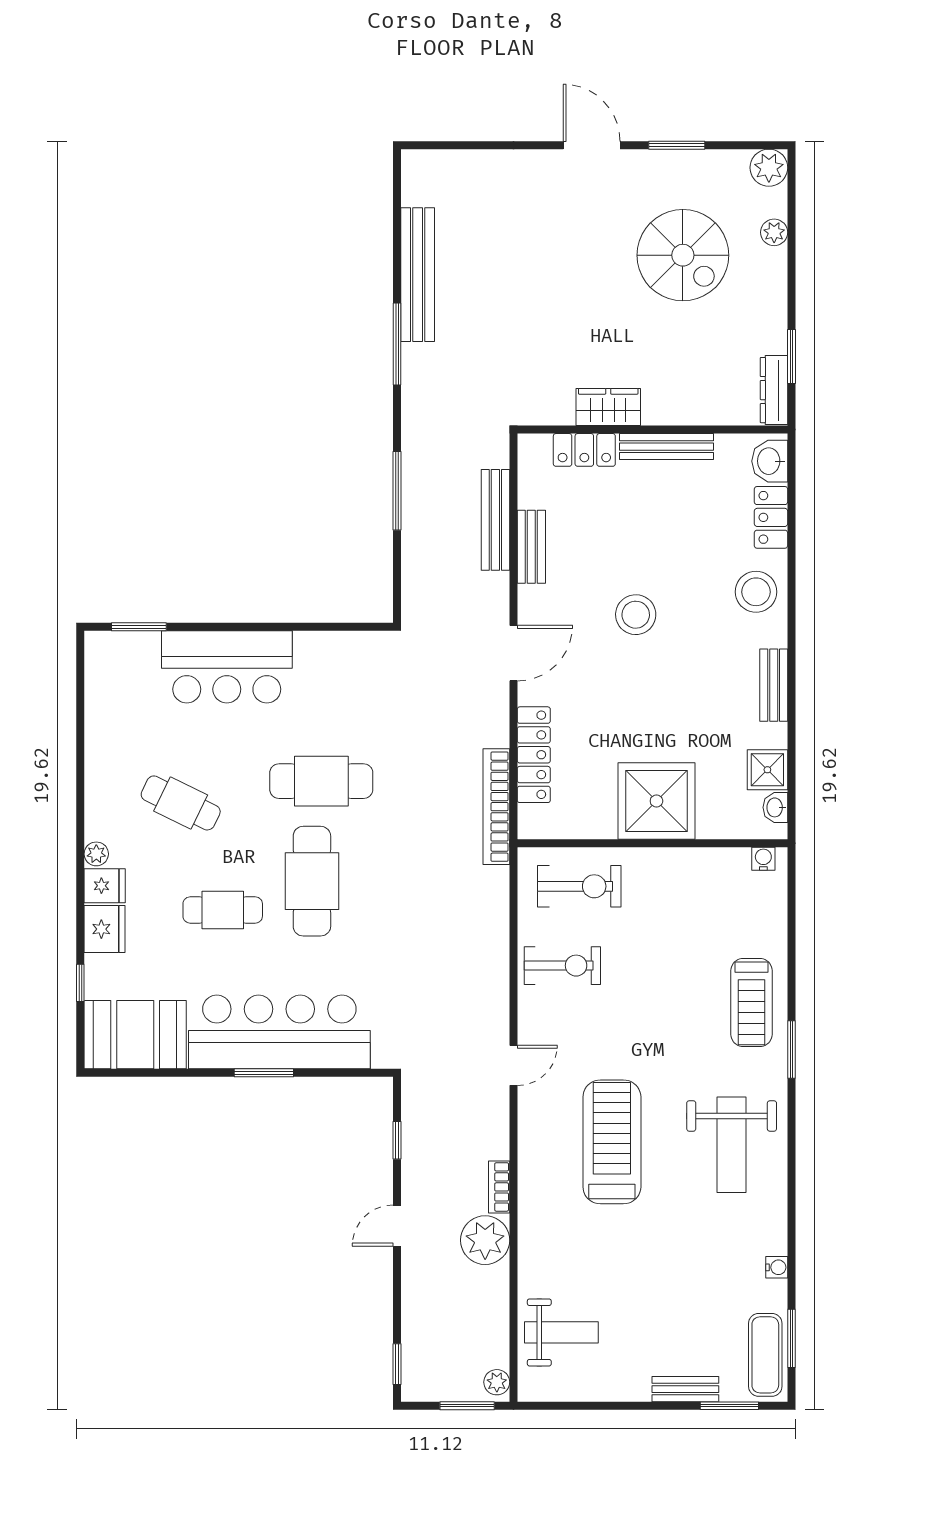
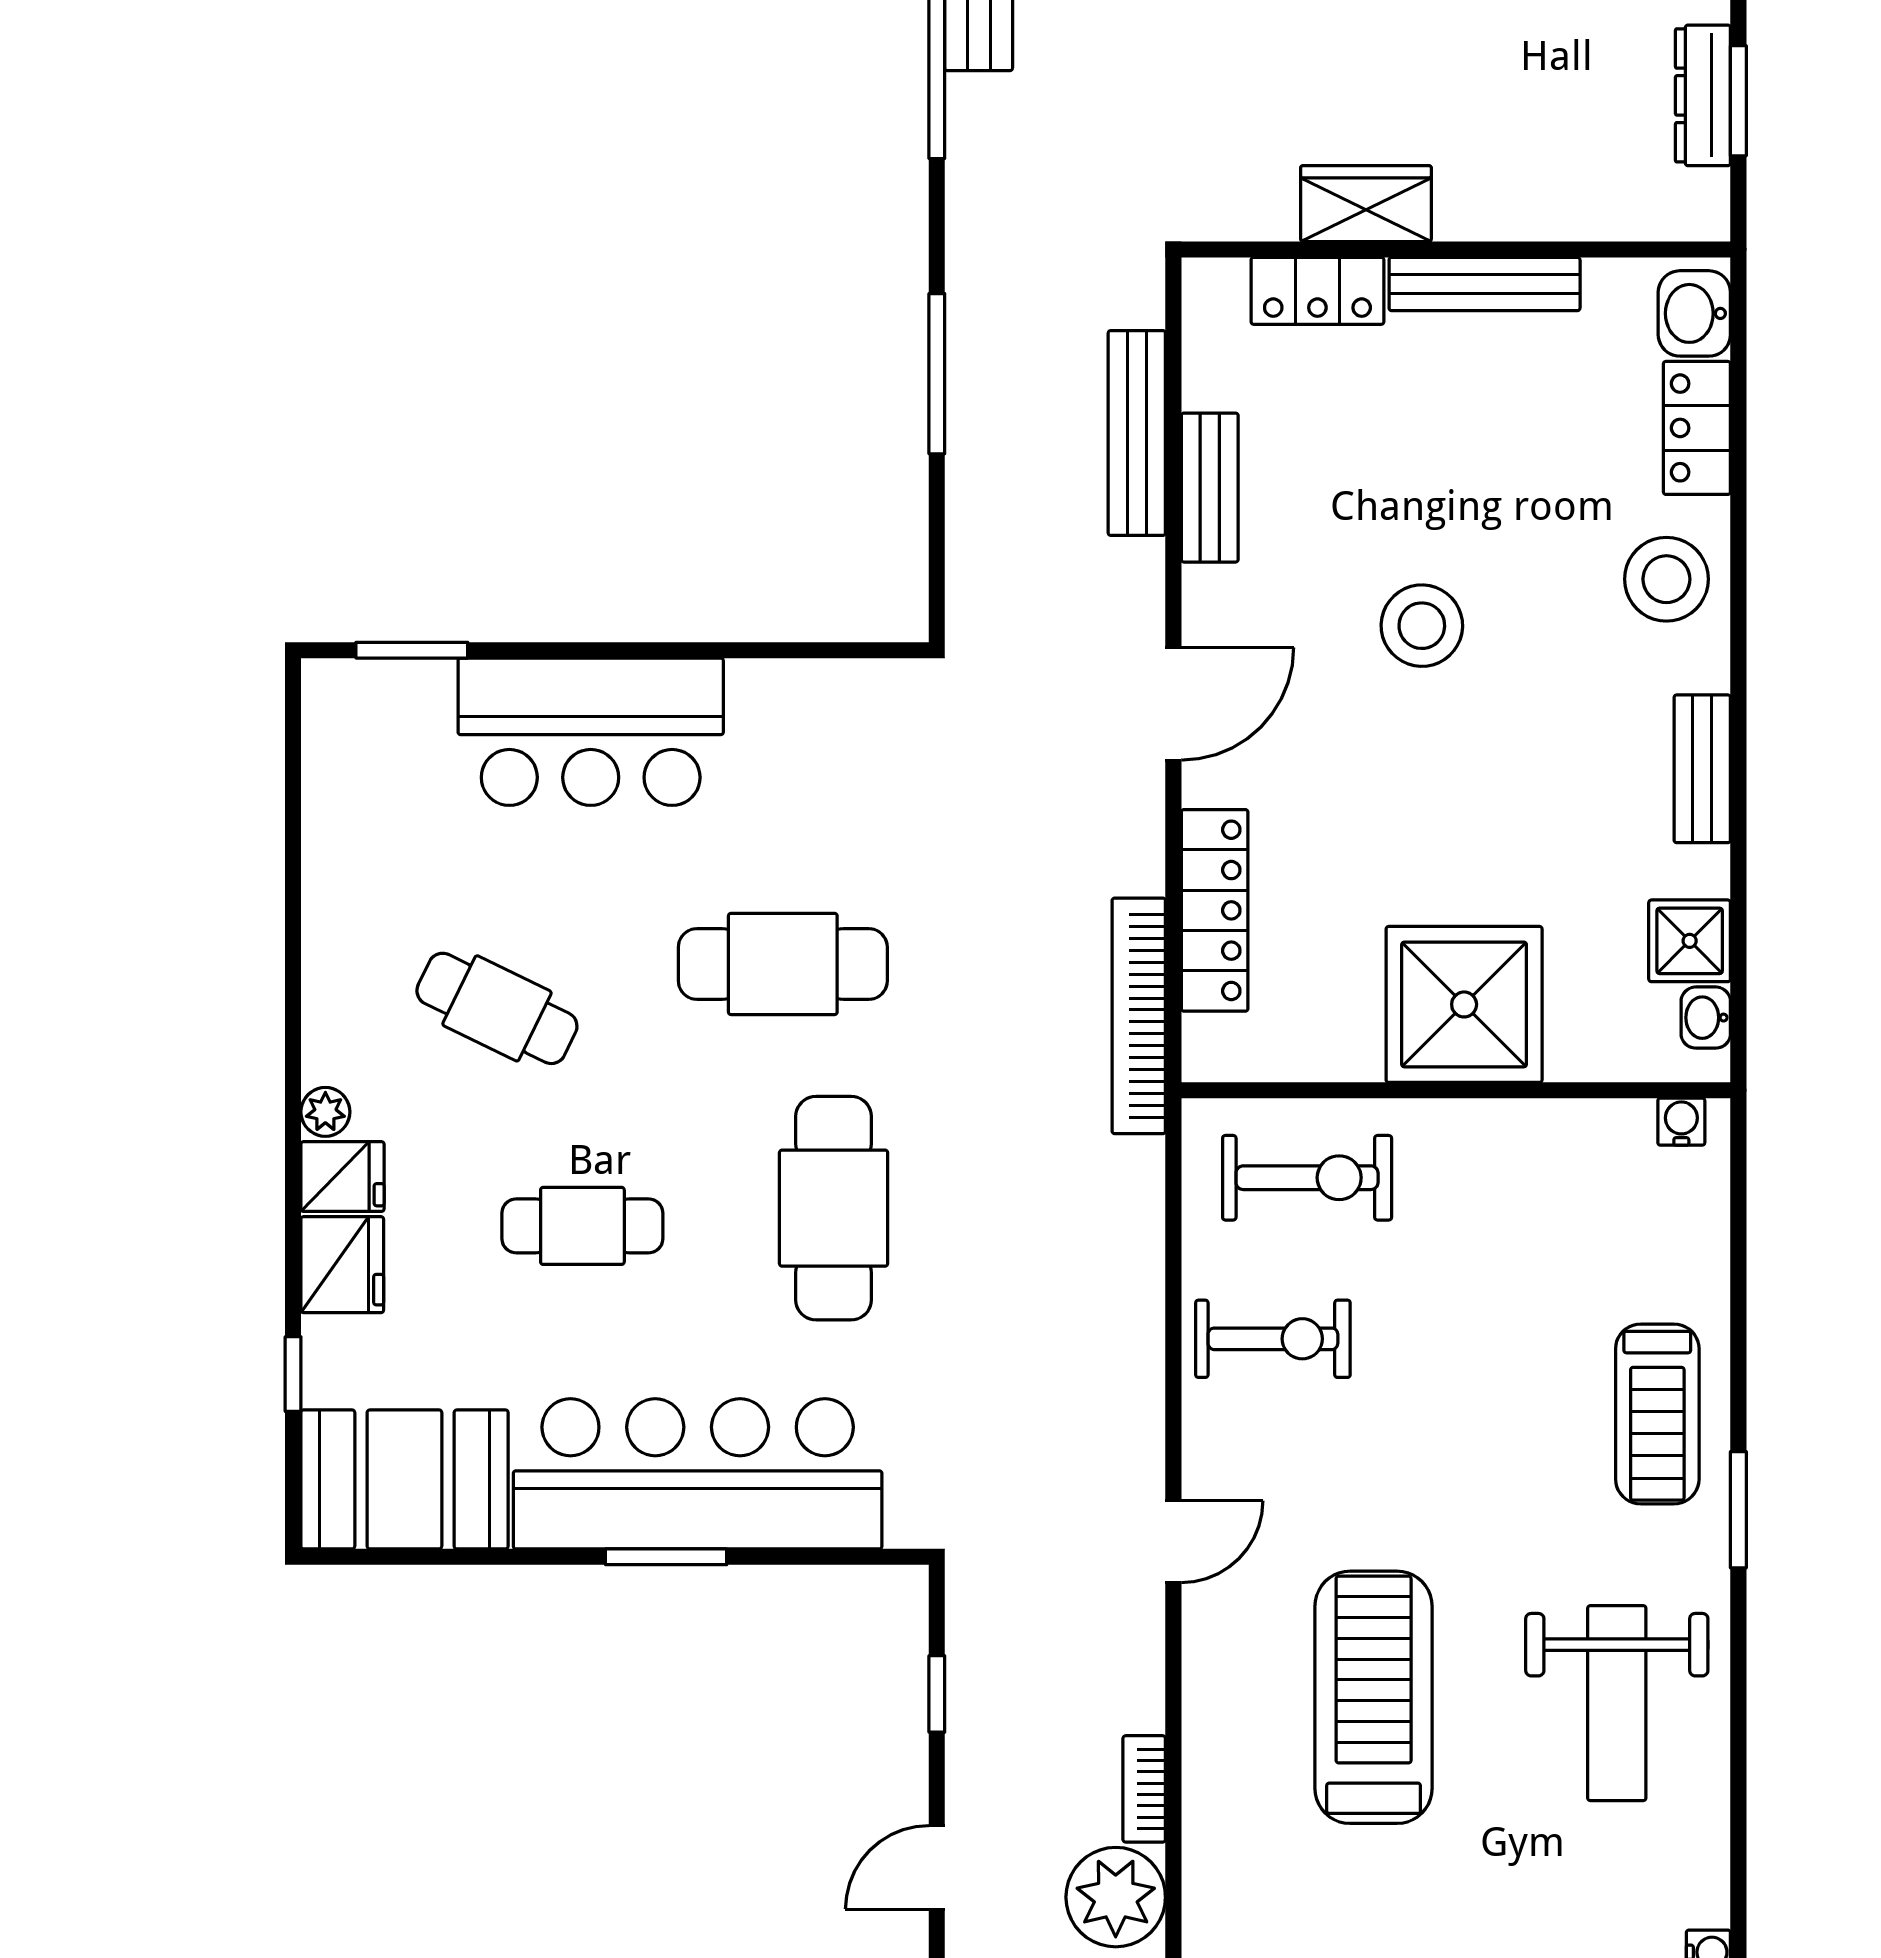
dresser: (774, 390) -> (1703, 95), moved
cafe table: (312, 881) -> (834, 1208), moved

